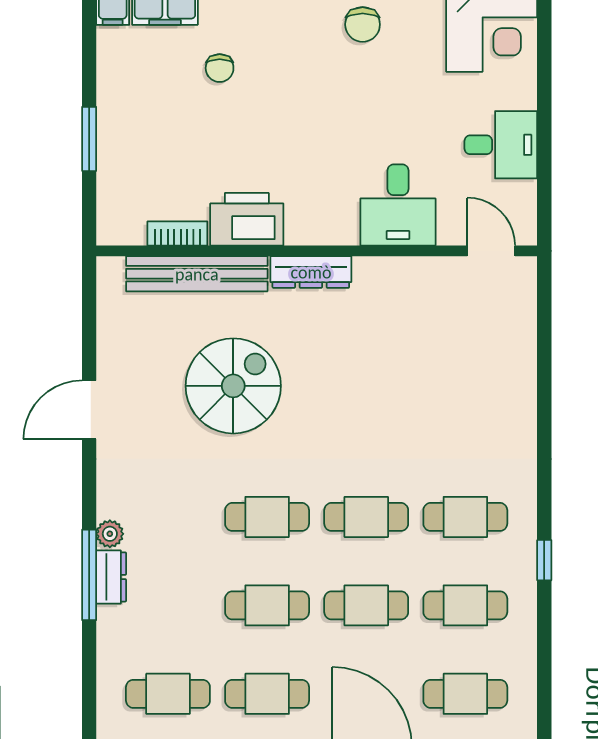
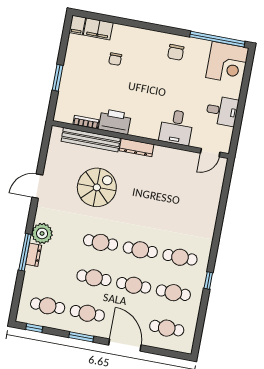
door: (491, 251) -> (210, 153), swing flipped
plant: (110, 534) -> (42, 233), width x1.87, depth x1.87

